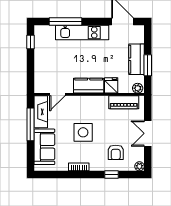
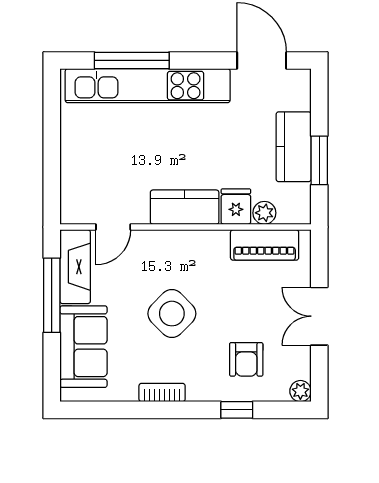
kitchen unit: (82, 33) -> (148, 86), width x1.36
window: (30, 42) -> (52, 107), removed
plant: (138, 88) -> (264, 213), moved
side table: (83, 132) -> (172, 314), turned 45

